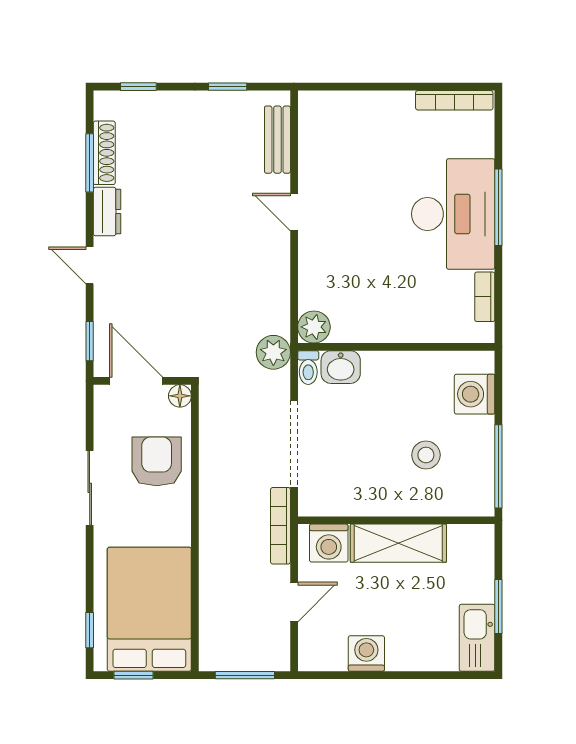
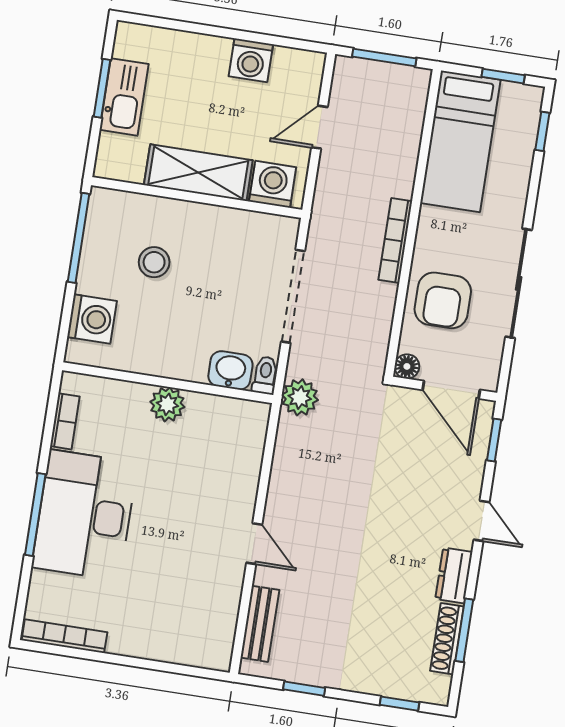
plant: (314, 327) -> (167, 404), moved
sliding door: (90, 488) -> (519, 283), width x1.37
bookcase: (281, 526) -> (395, 240), moved, turned 180
bed: (149, 609) -> (460, 141), width x0.67
kitchen sink: (477, 638) -> (124, 97), moved

